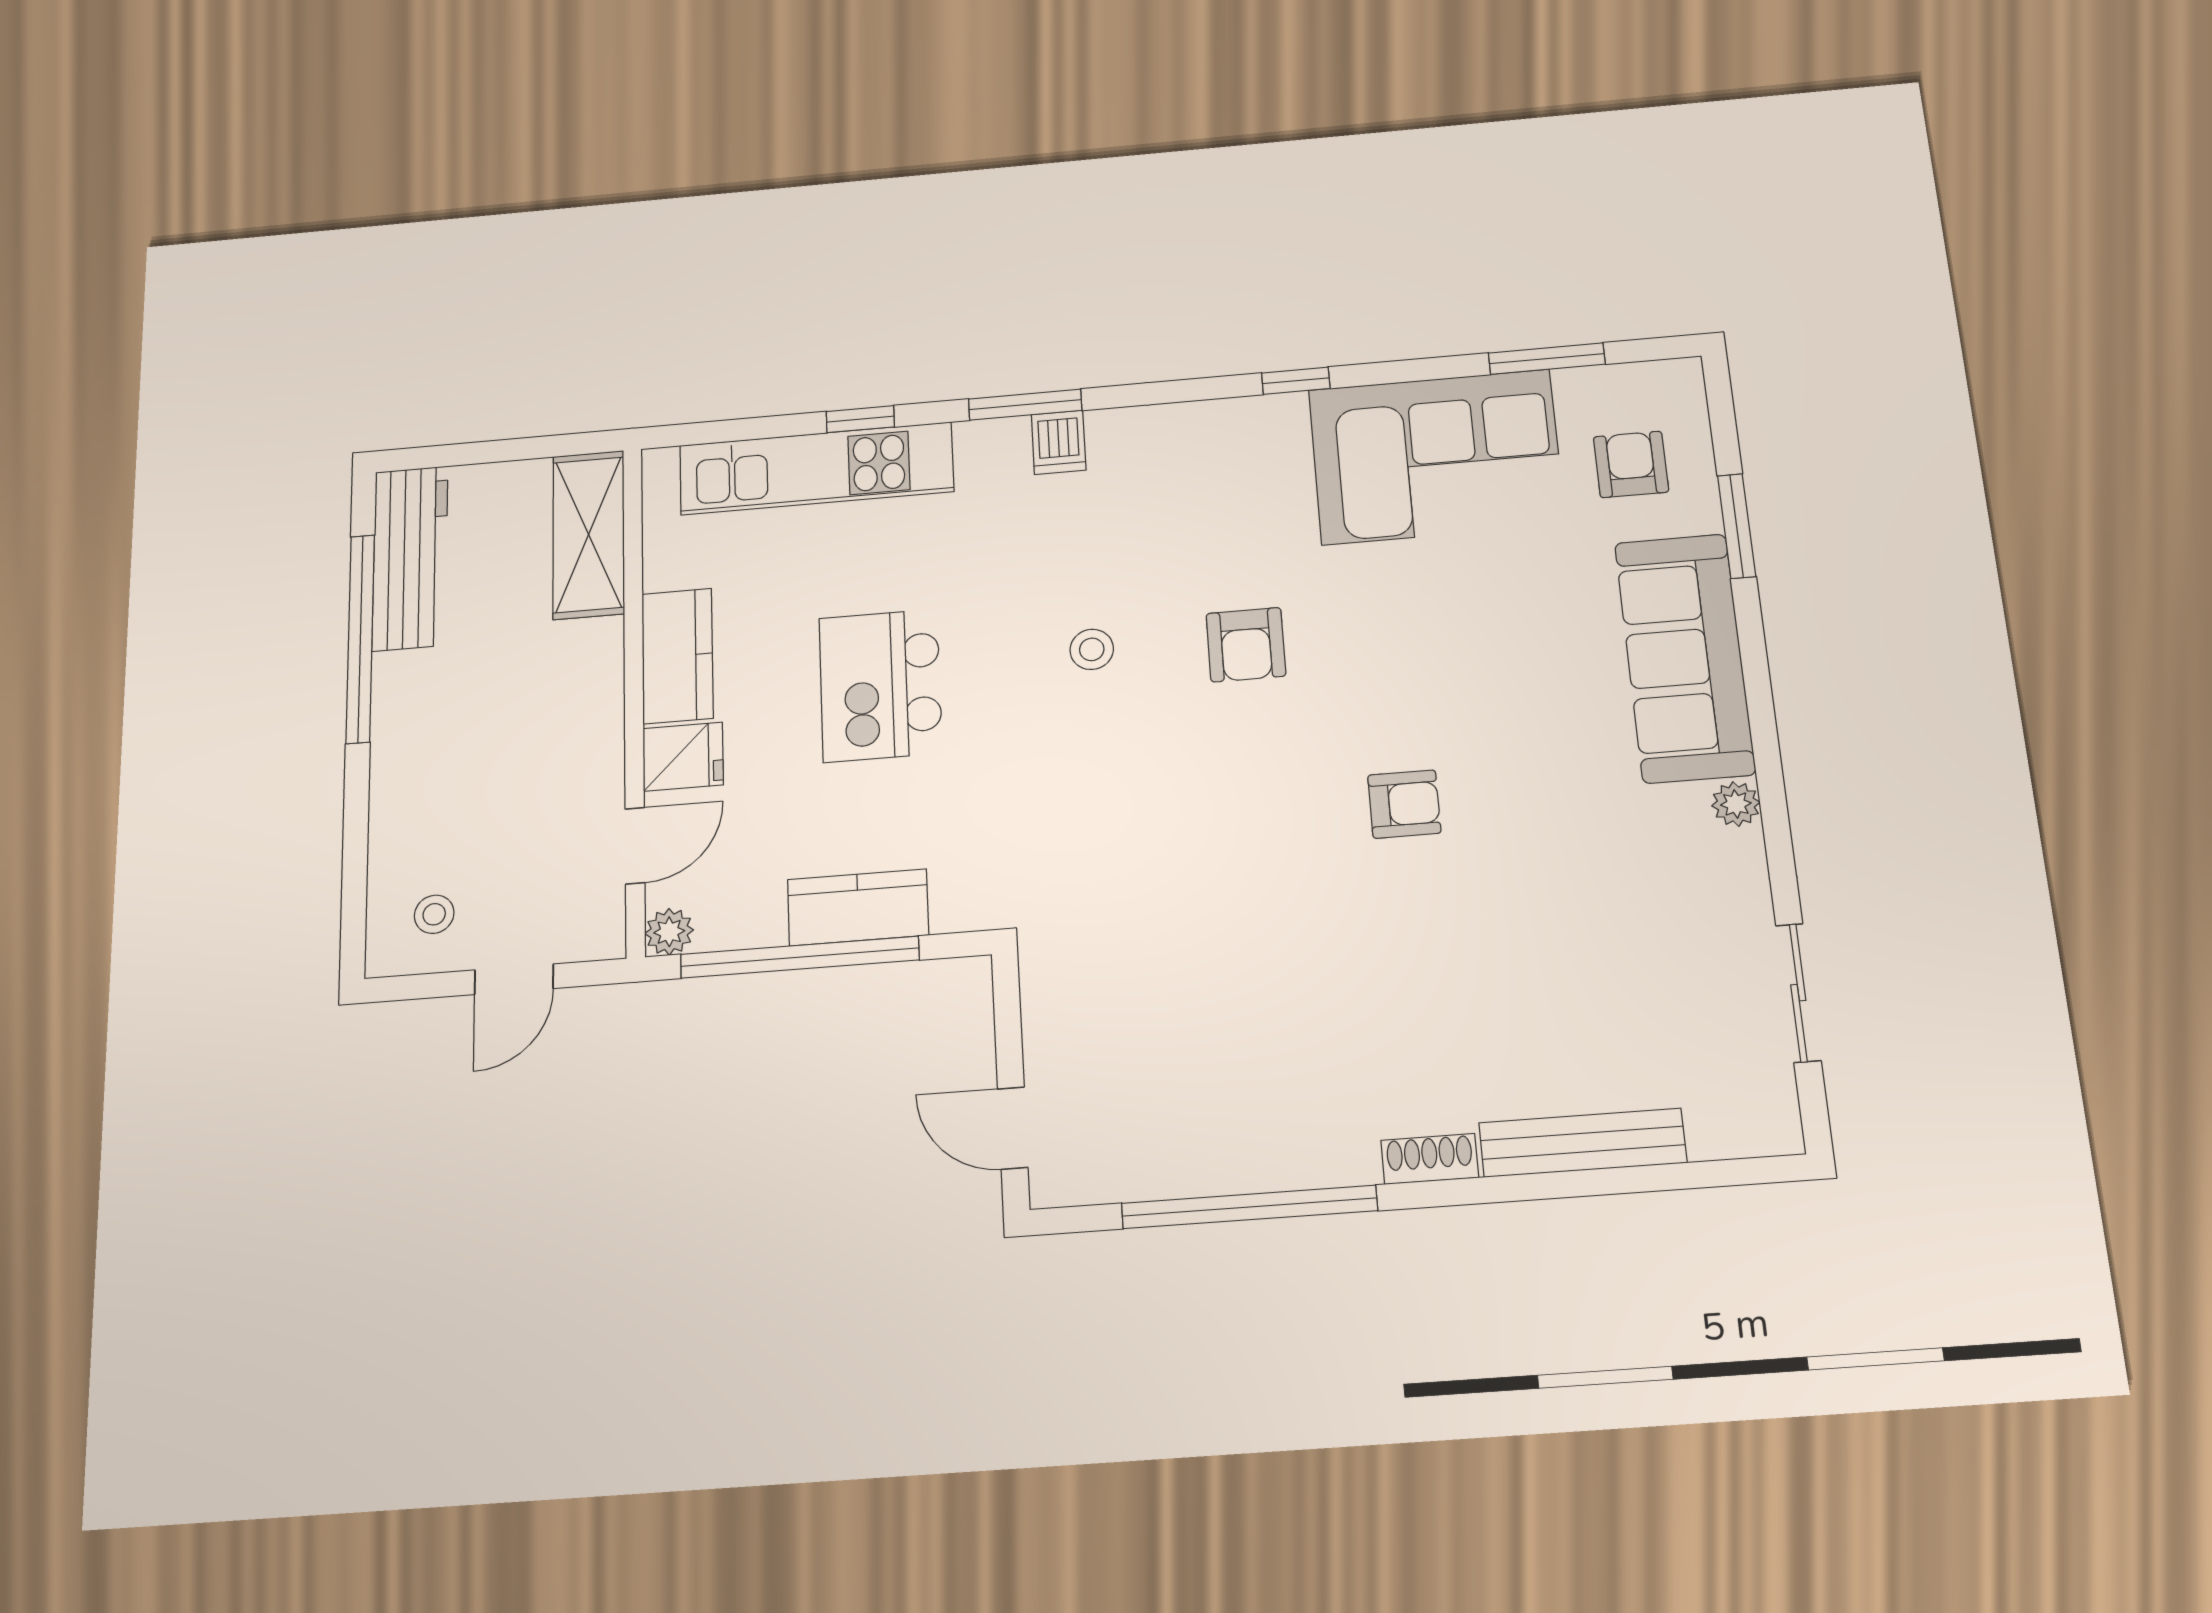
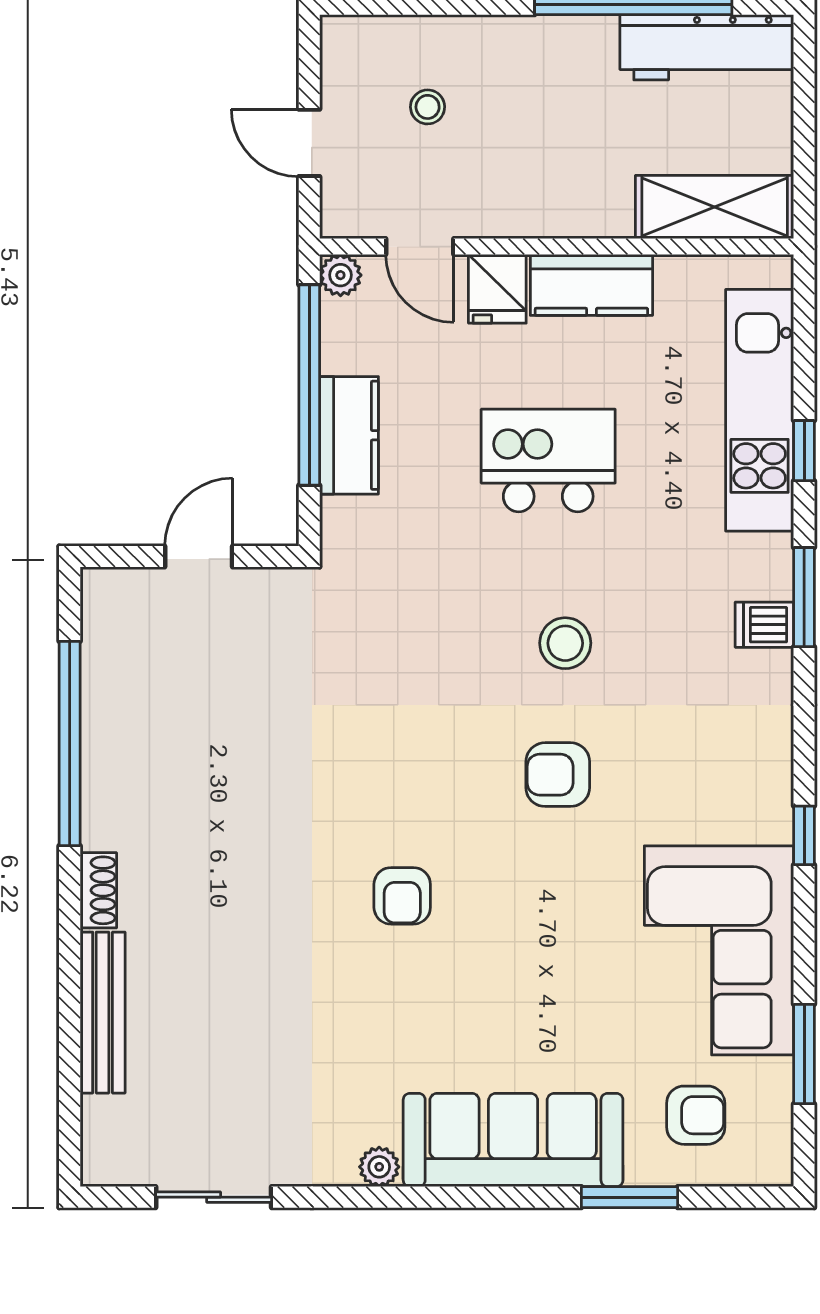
stool: (1092, 649) -> (565, 643), width x1.37, depth x1.37
stool: (434, 914) -> (428, 107), moved
door: (1013, 1128) -> (199, 556), moved

